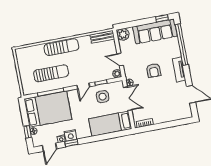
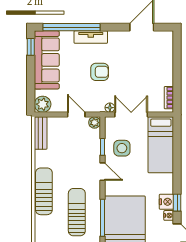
door: (120, 60) -> (76, 115), swing flipped
tv unit: (179, 70) -> (91, 37), moved

